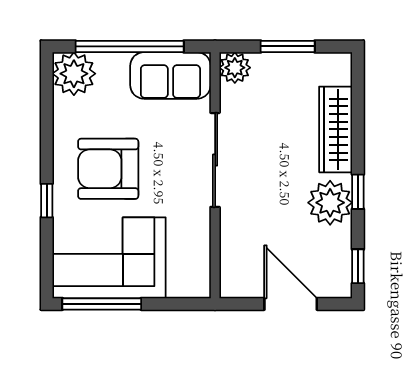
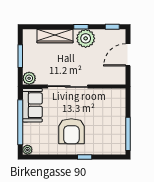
plant: (74, 74) -> (27, 150), width x0.53, depth x0.53
corner sofa: (109, 258) -> (109, 131), removed

